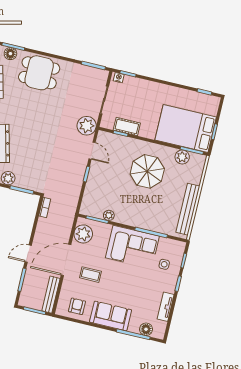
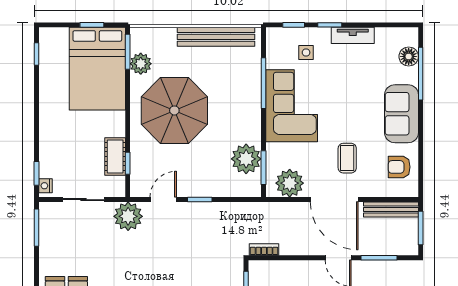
parasol: (147, 171) -> (174, 110), width x1.36, depth x1.36
plant: (109, 215) -> (246, 159), width x1.88, depth x1.88
tv unit: (166, 307) -> (353, 35), moved

